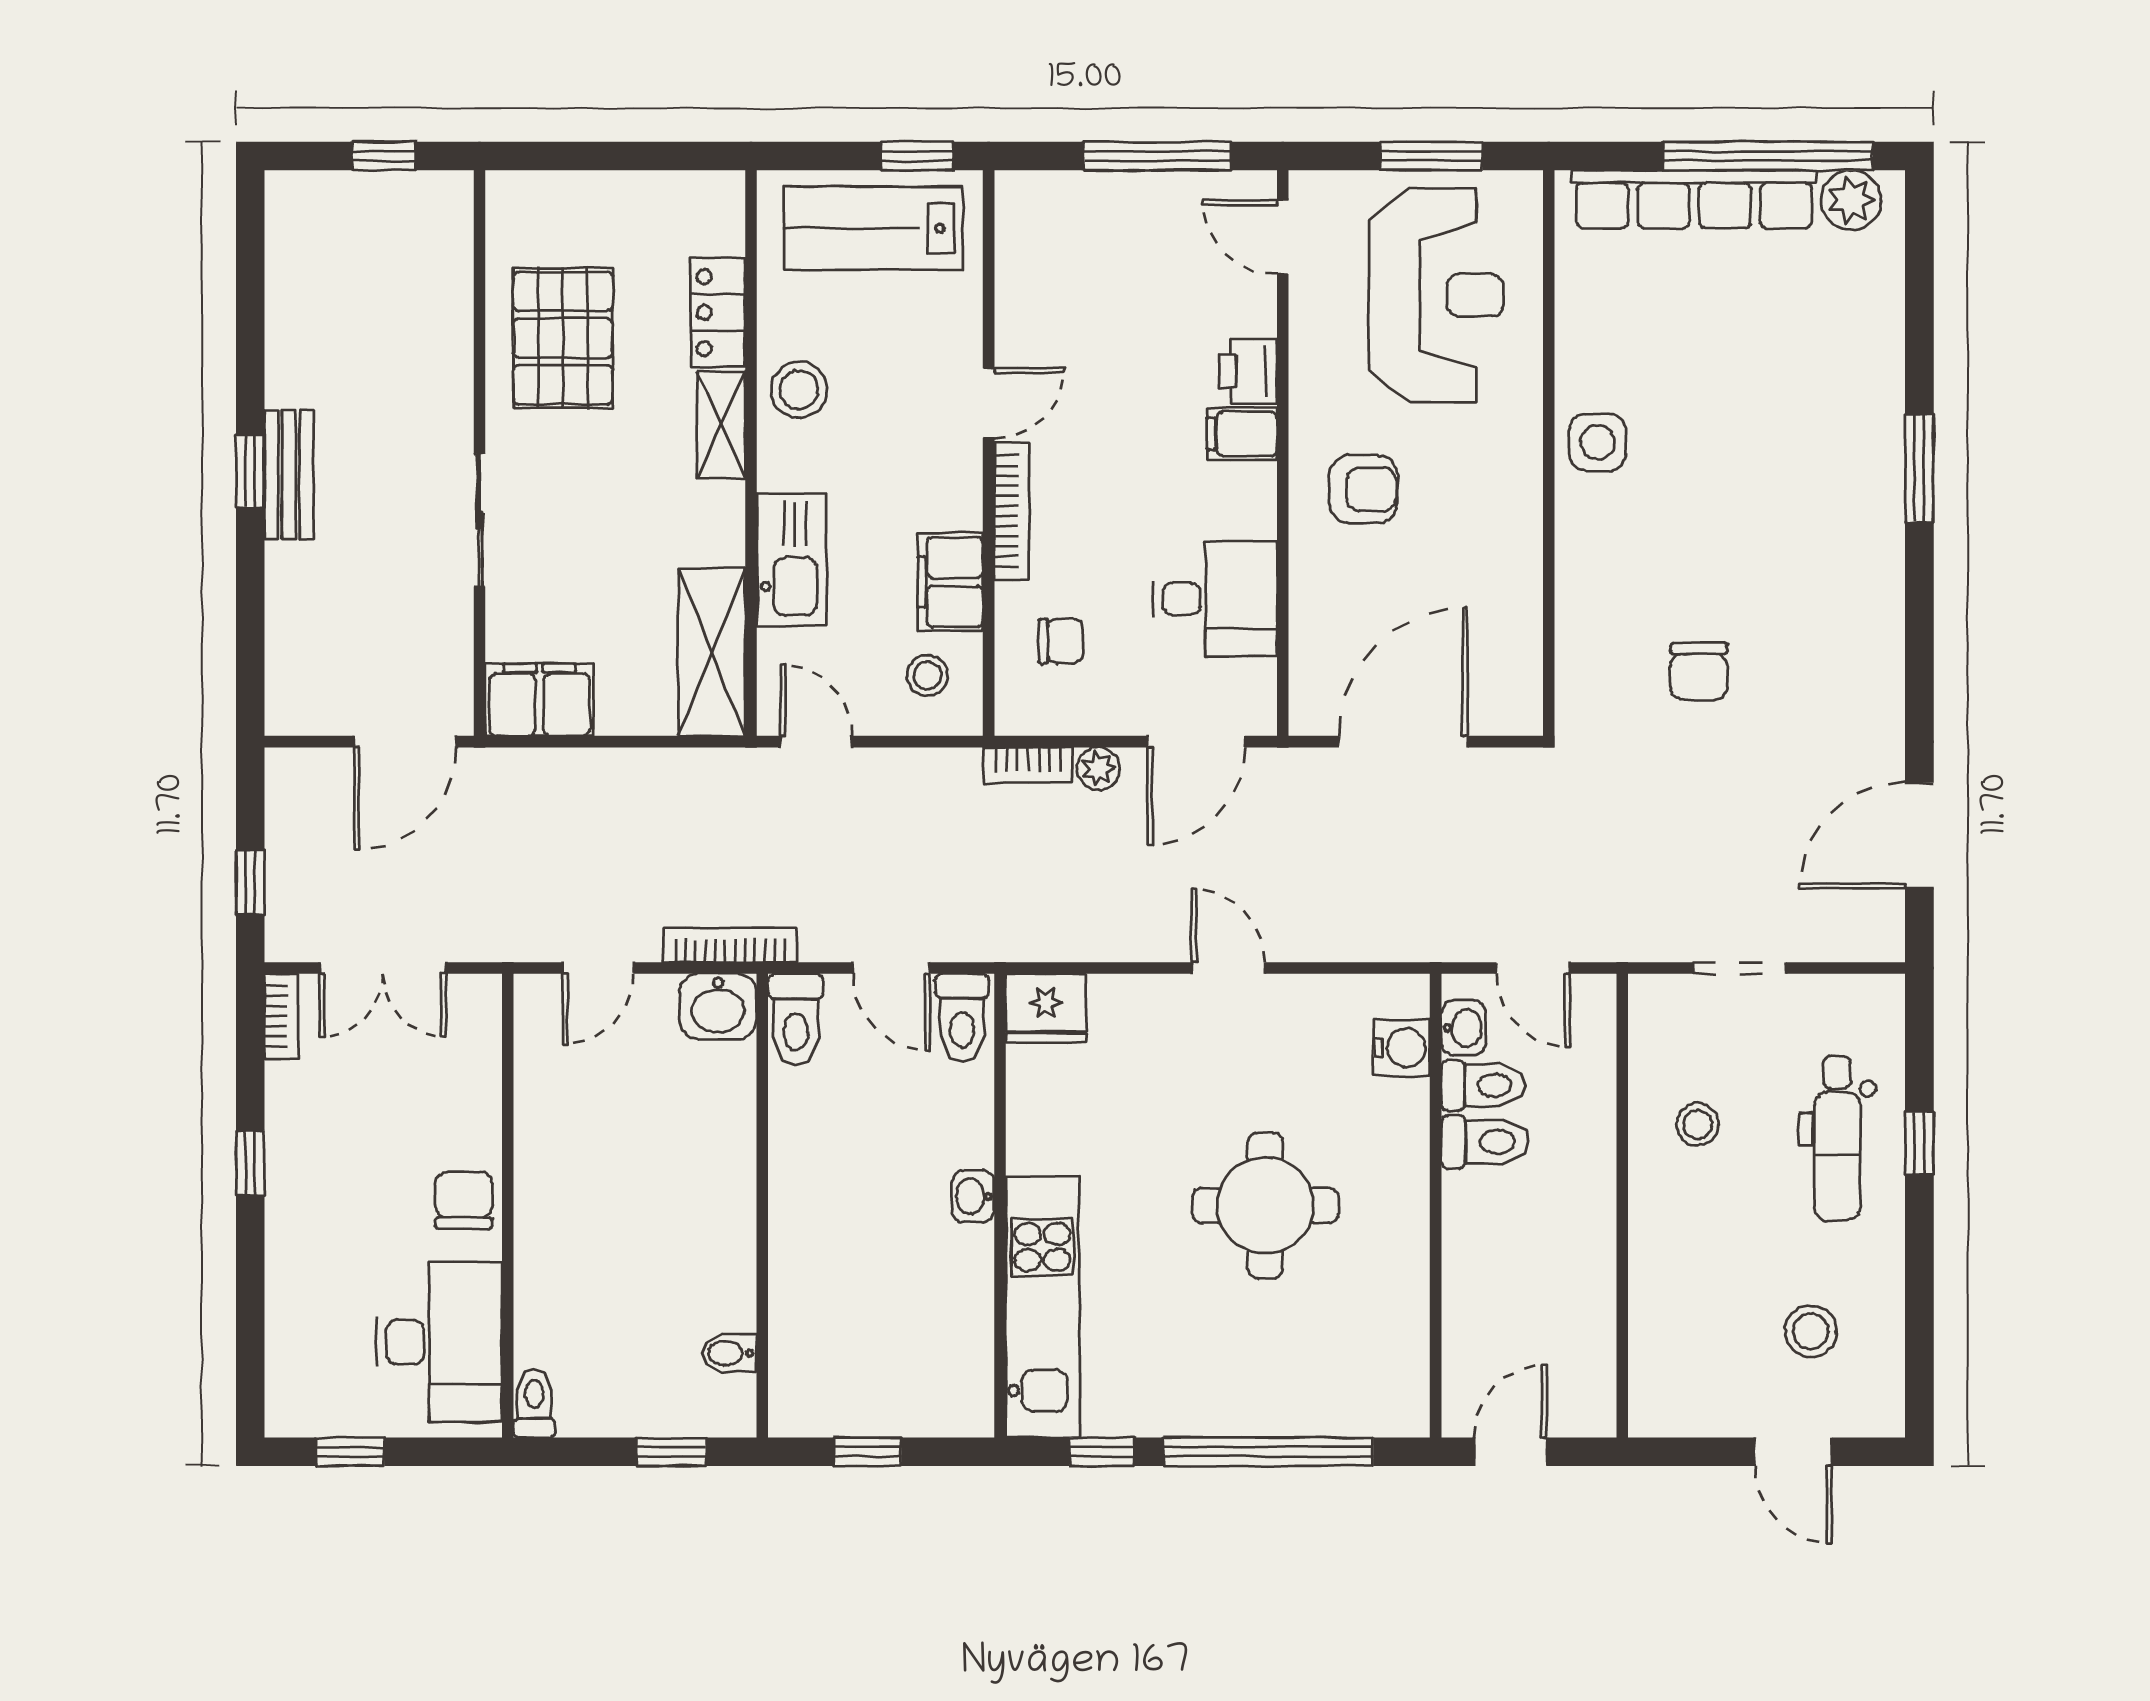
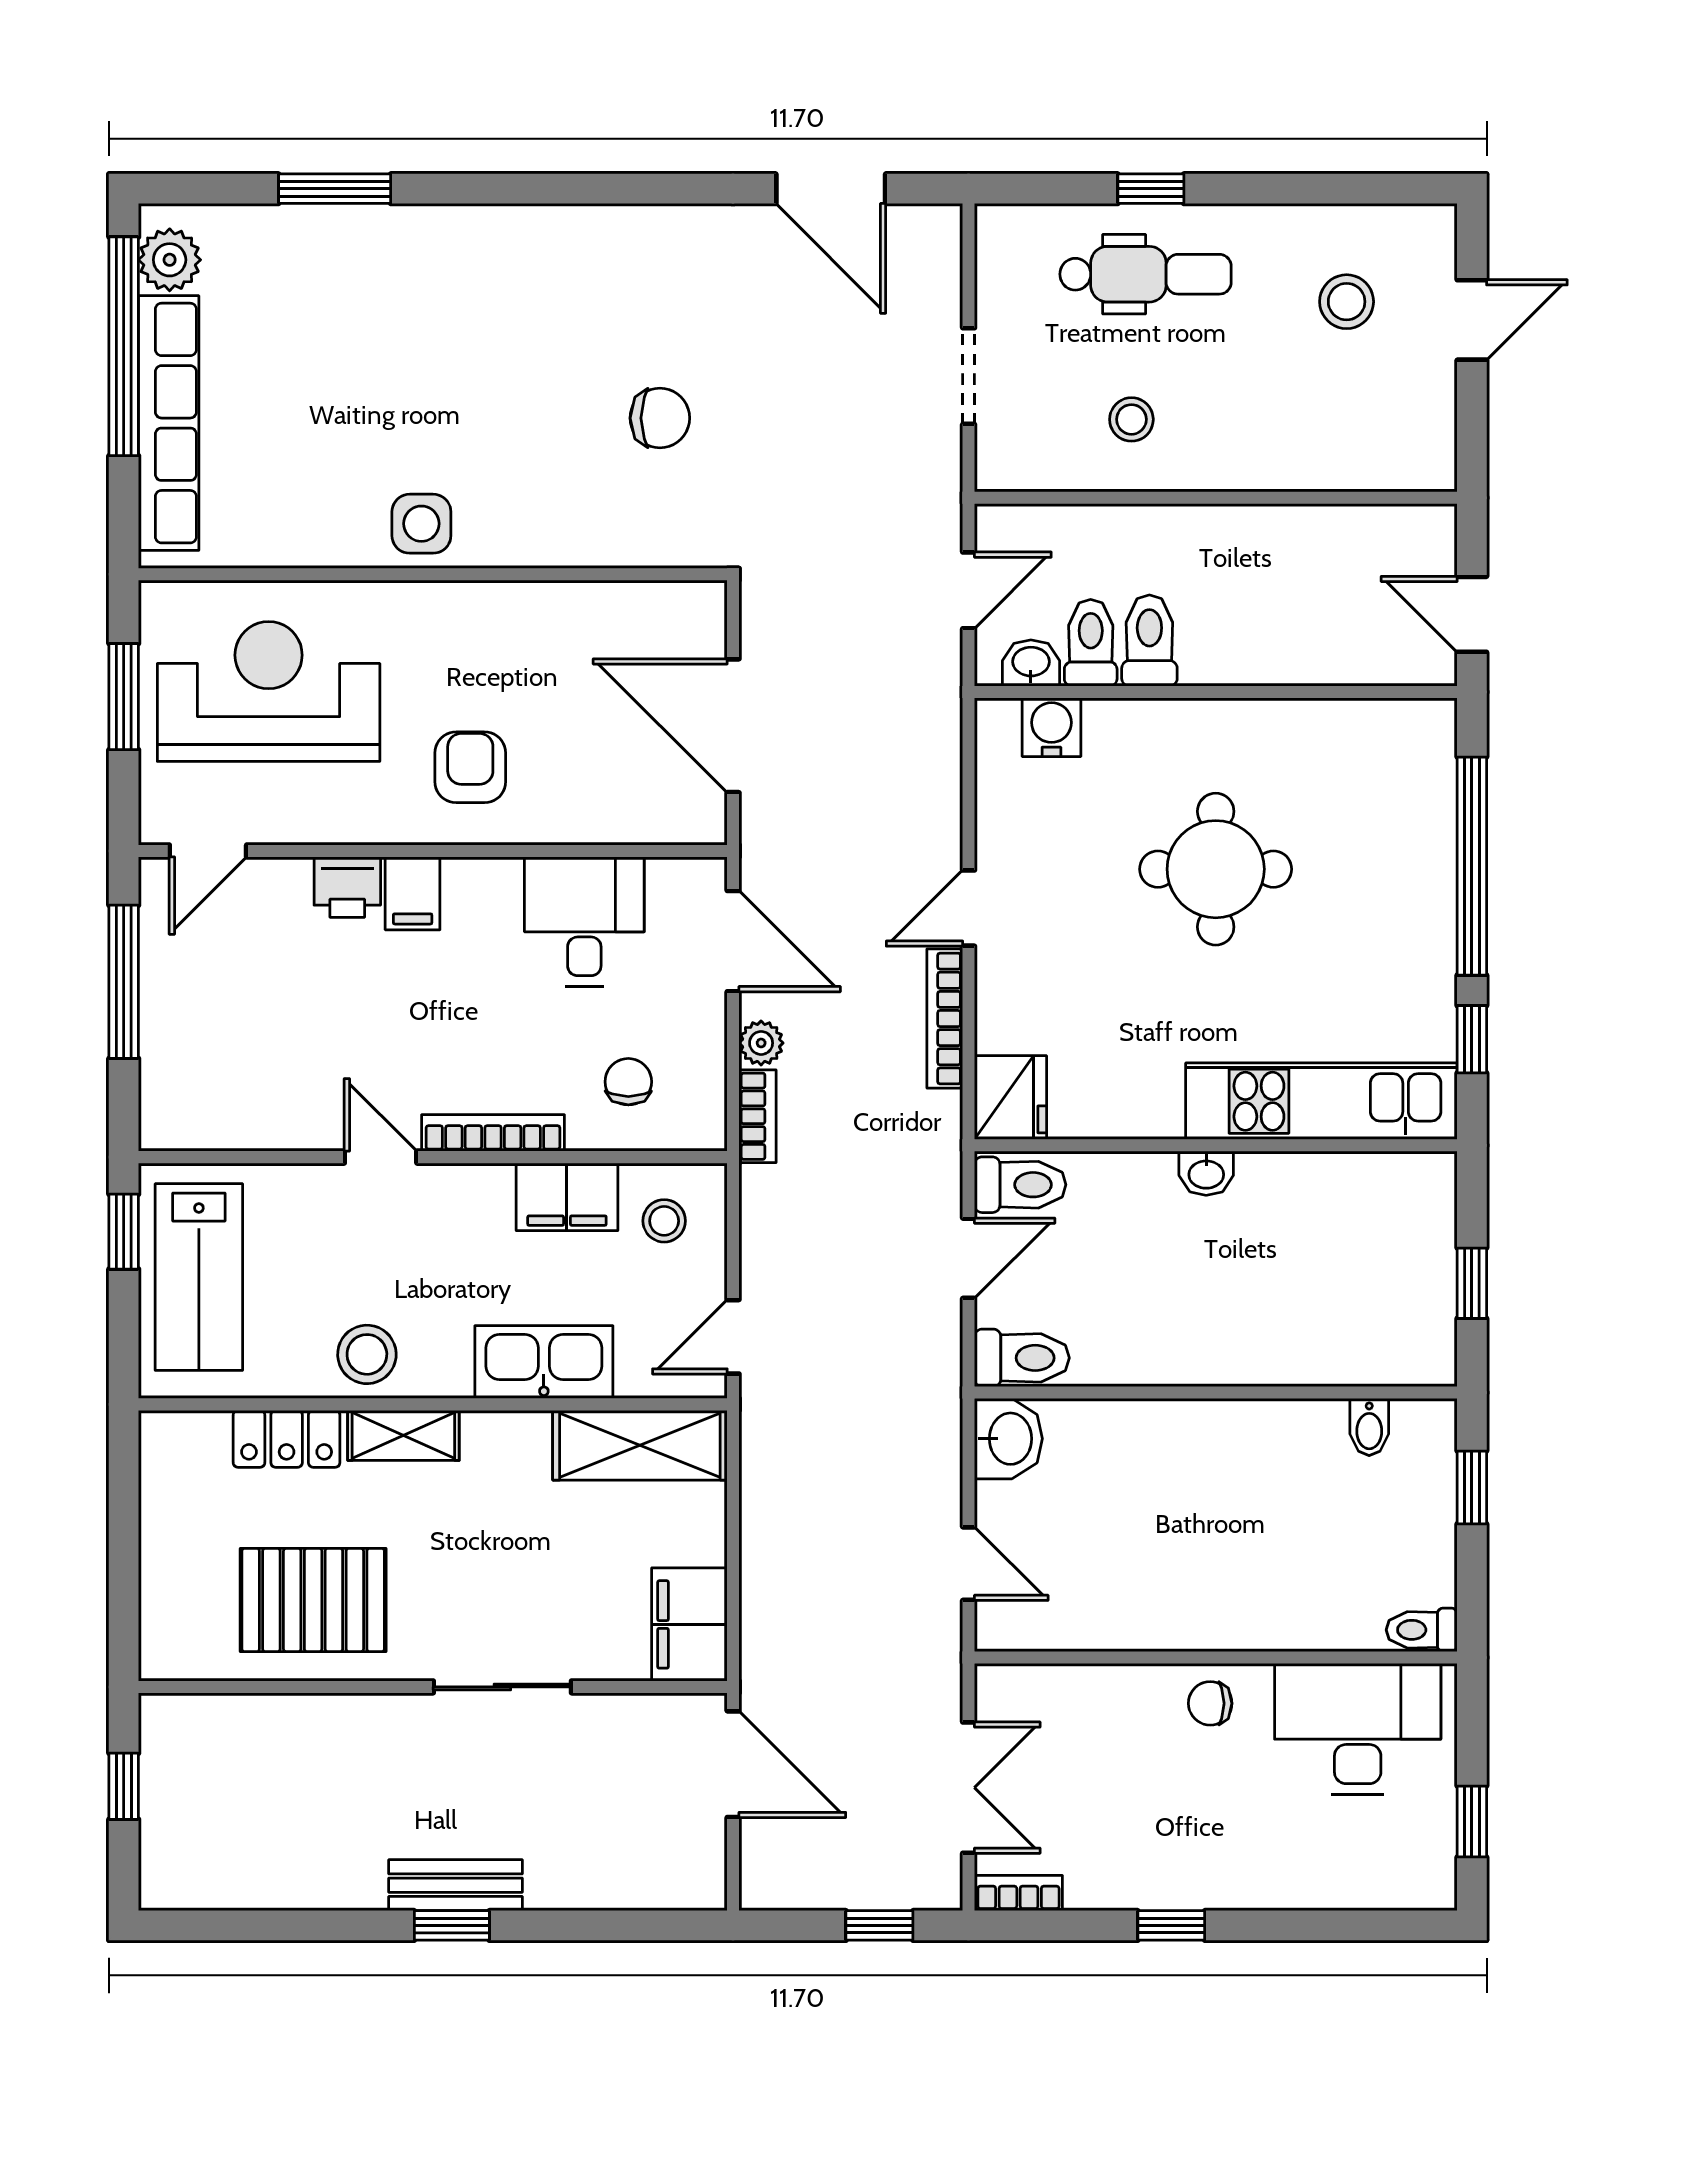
window: (1919, 468) -> (335, 189), moved
bookcase: (730, 945) -> (945, 1019), moved
chair: (464, 1200) -> (1210, 1703), width x0.73, depth x0.73

